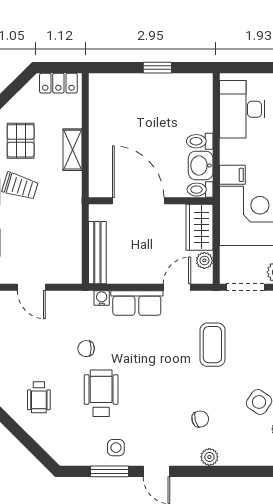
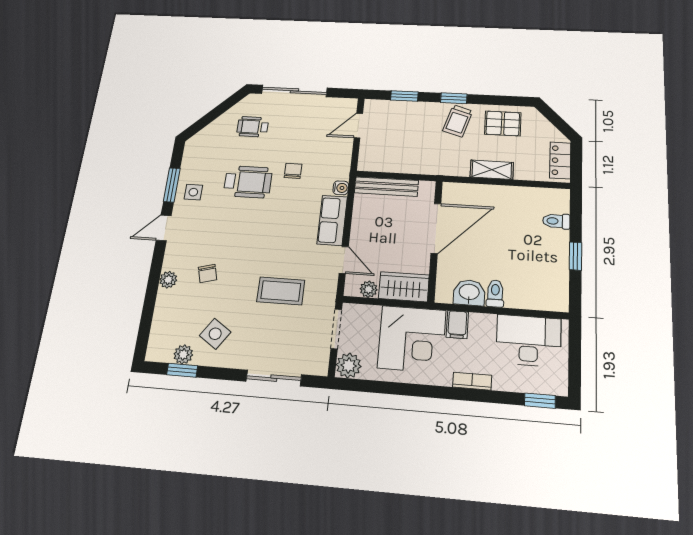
toilet: (200, 190) -> (556, 221), moved, turned -90

